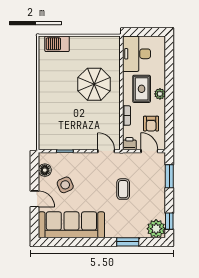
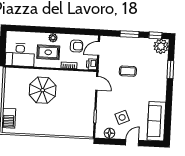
door: (106, 151) -> (97, 83), swing flipped
window: (169, 176) -> (130, 34), moved
sofa: (71, 225) -> (156, 121), width x0.74, depth x0.79

